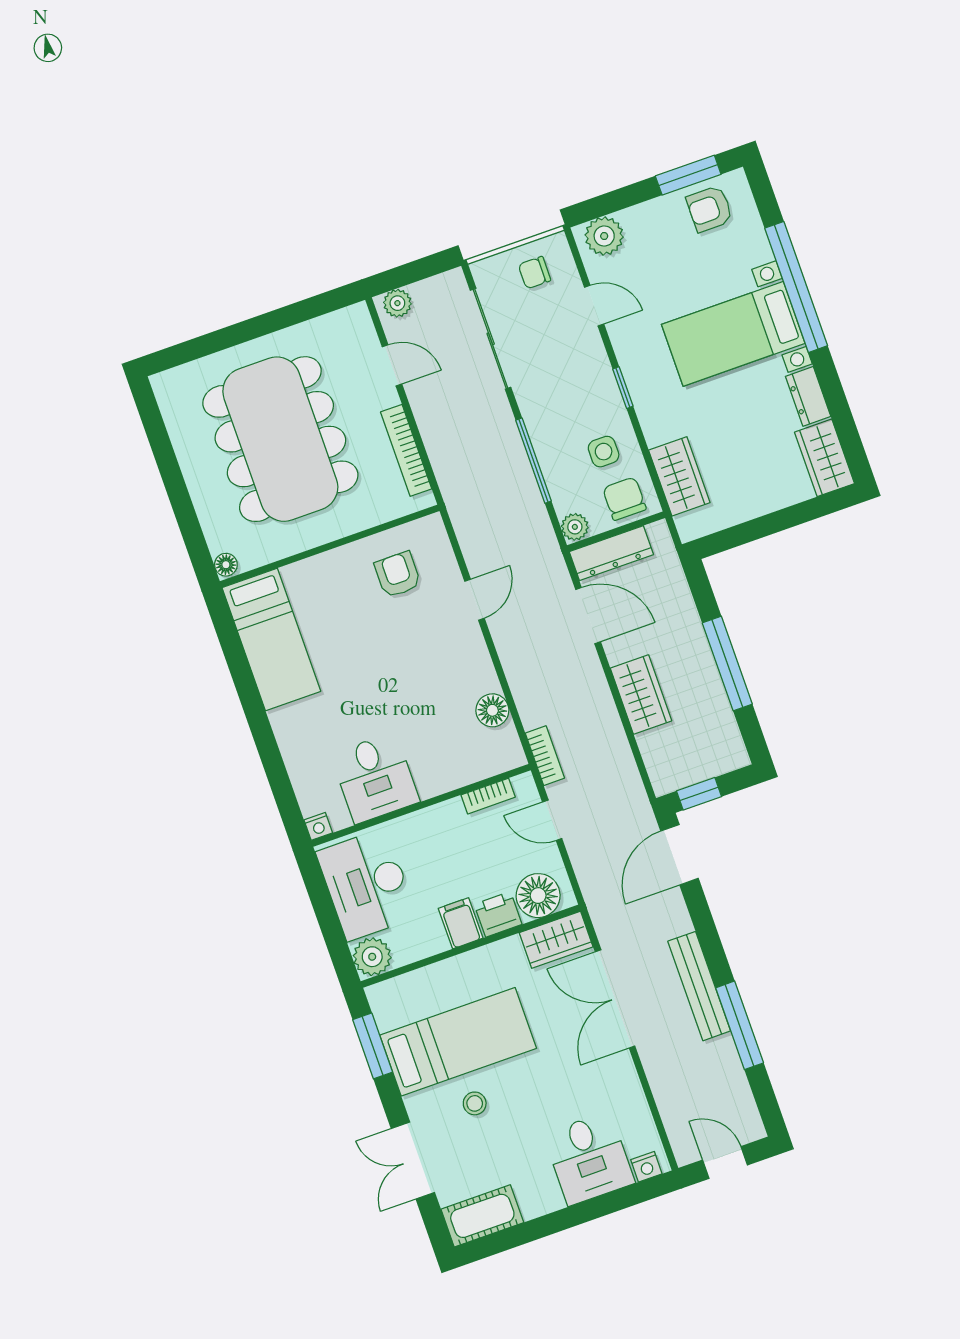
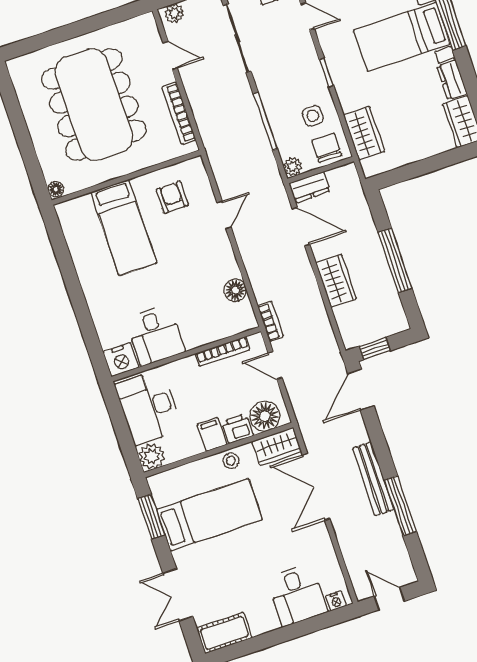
dresser: (611, 553) -> (310, 187), width x0.70
bed: (271, 639) -> (124, 228), moved
bookcase: (488, 796) -> (223, 351), width x1.56
nightstand: (318, 826) -> (121, 360), width x1.89, depth x1.79
stool: (475, 1103) -> (231, 461), moved

